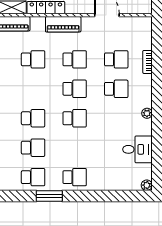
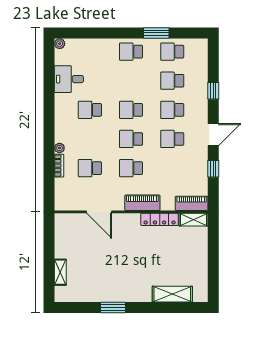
school desk: (33, 59) -> (172, 139), moved
school desk: (116, 89) -> (90, 110), moved
plant: (147, 113) -> (59, 148), moved

